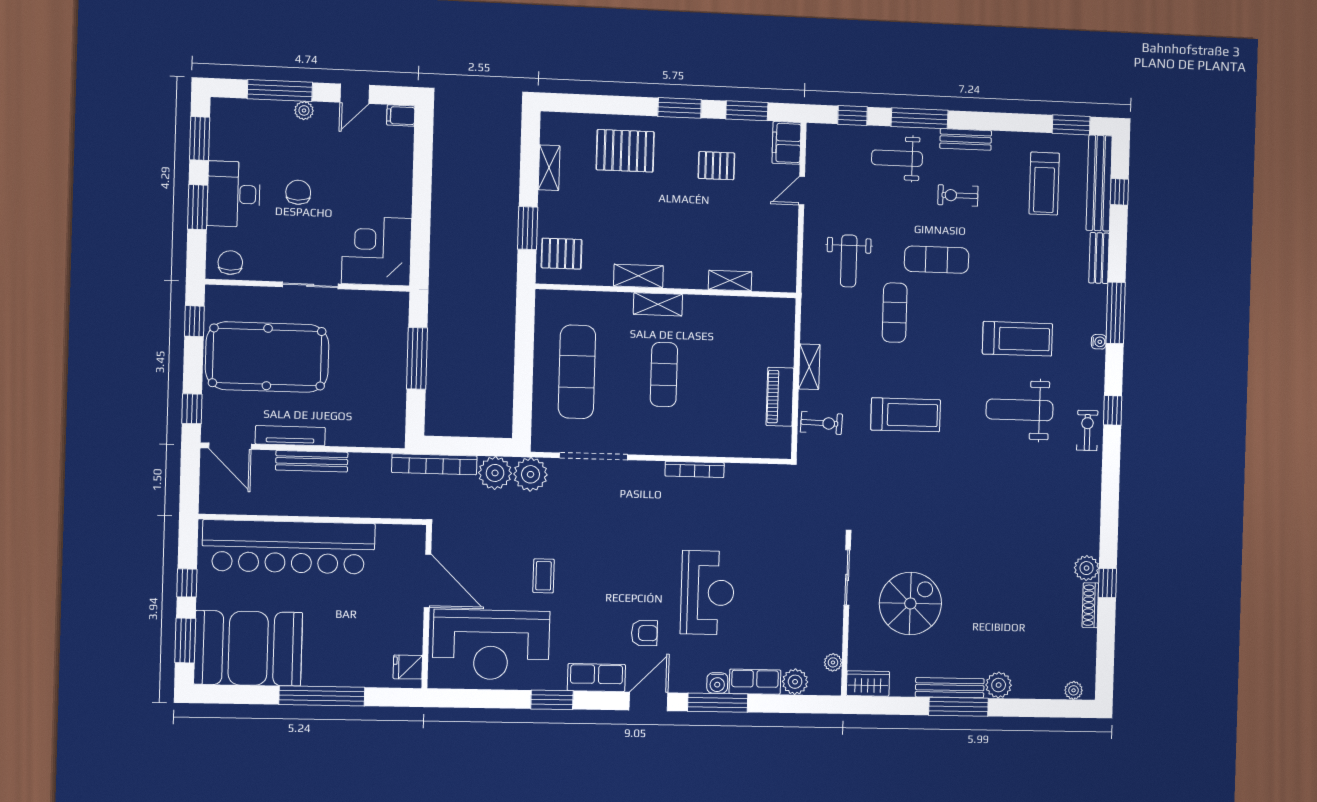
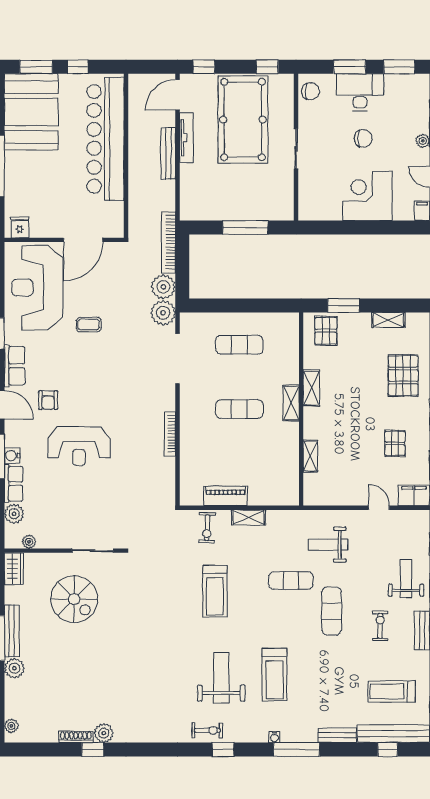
corner desk: (377, 251) -> (367, 196), moved, turned -90
exercise mat: (577, 372) -> (239, 345), width x0.73, depth x0.69

